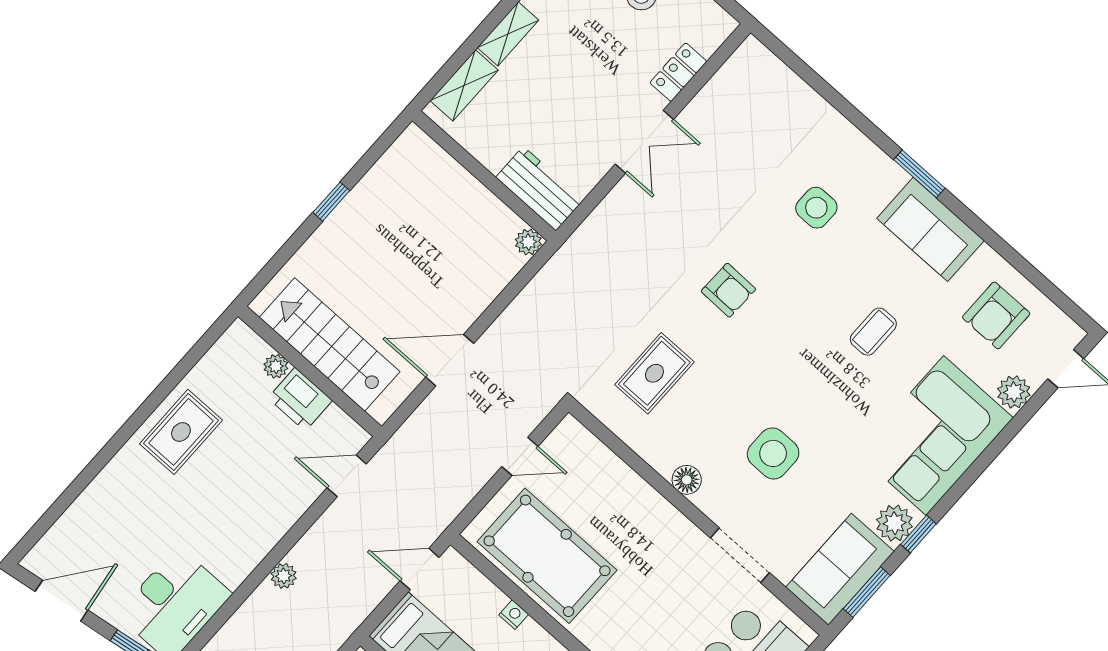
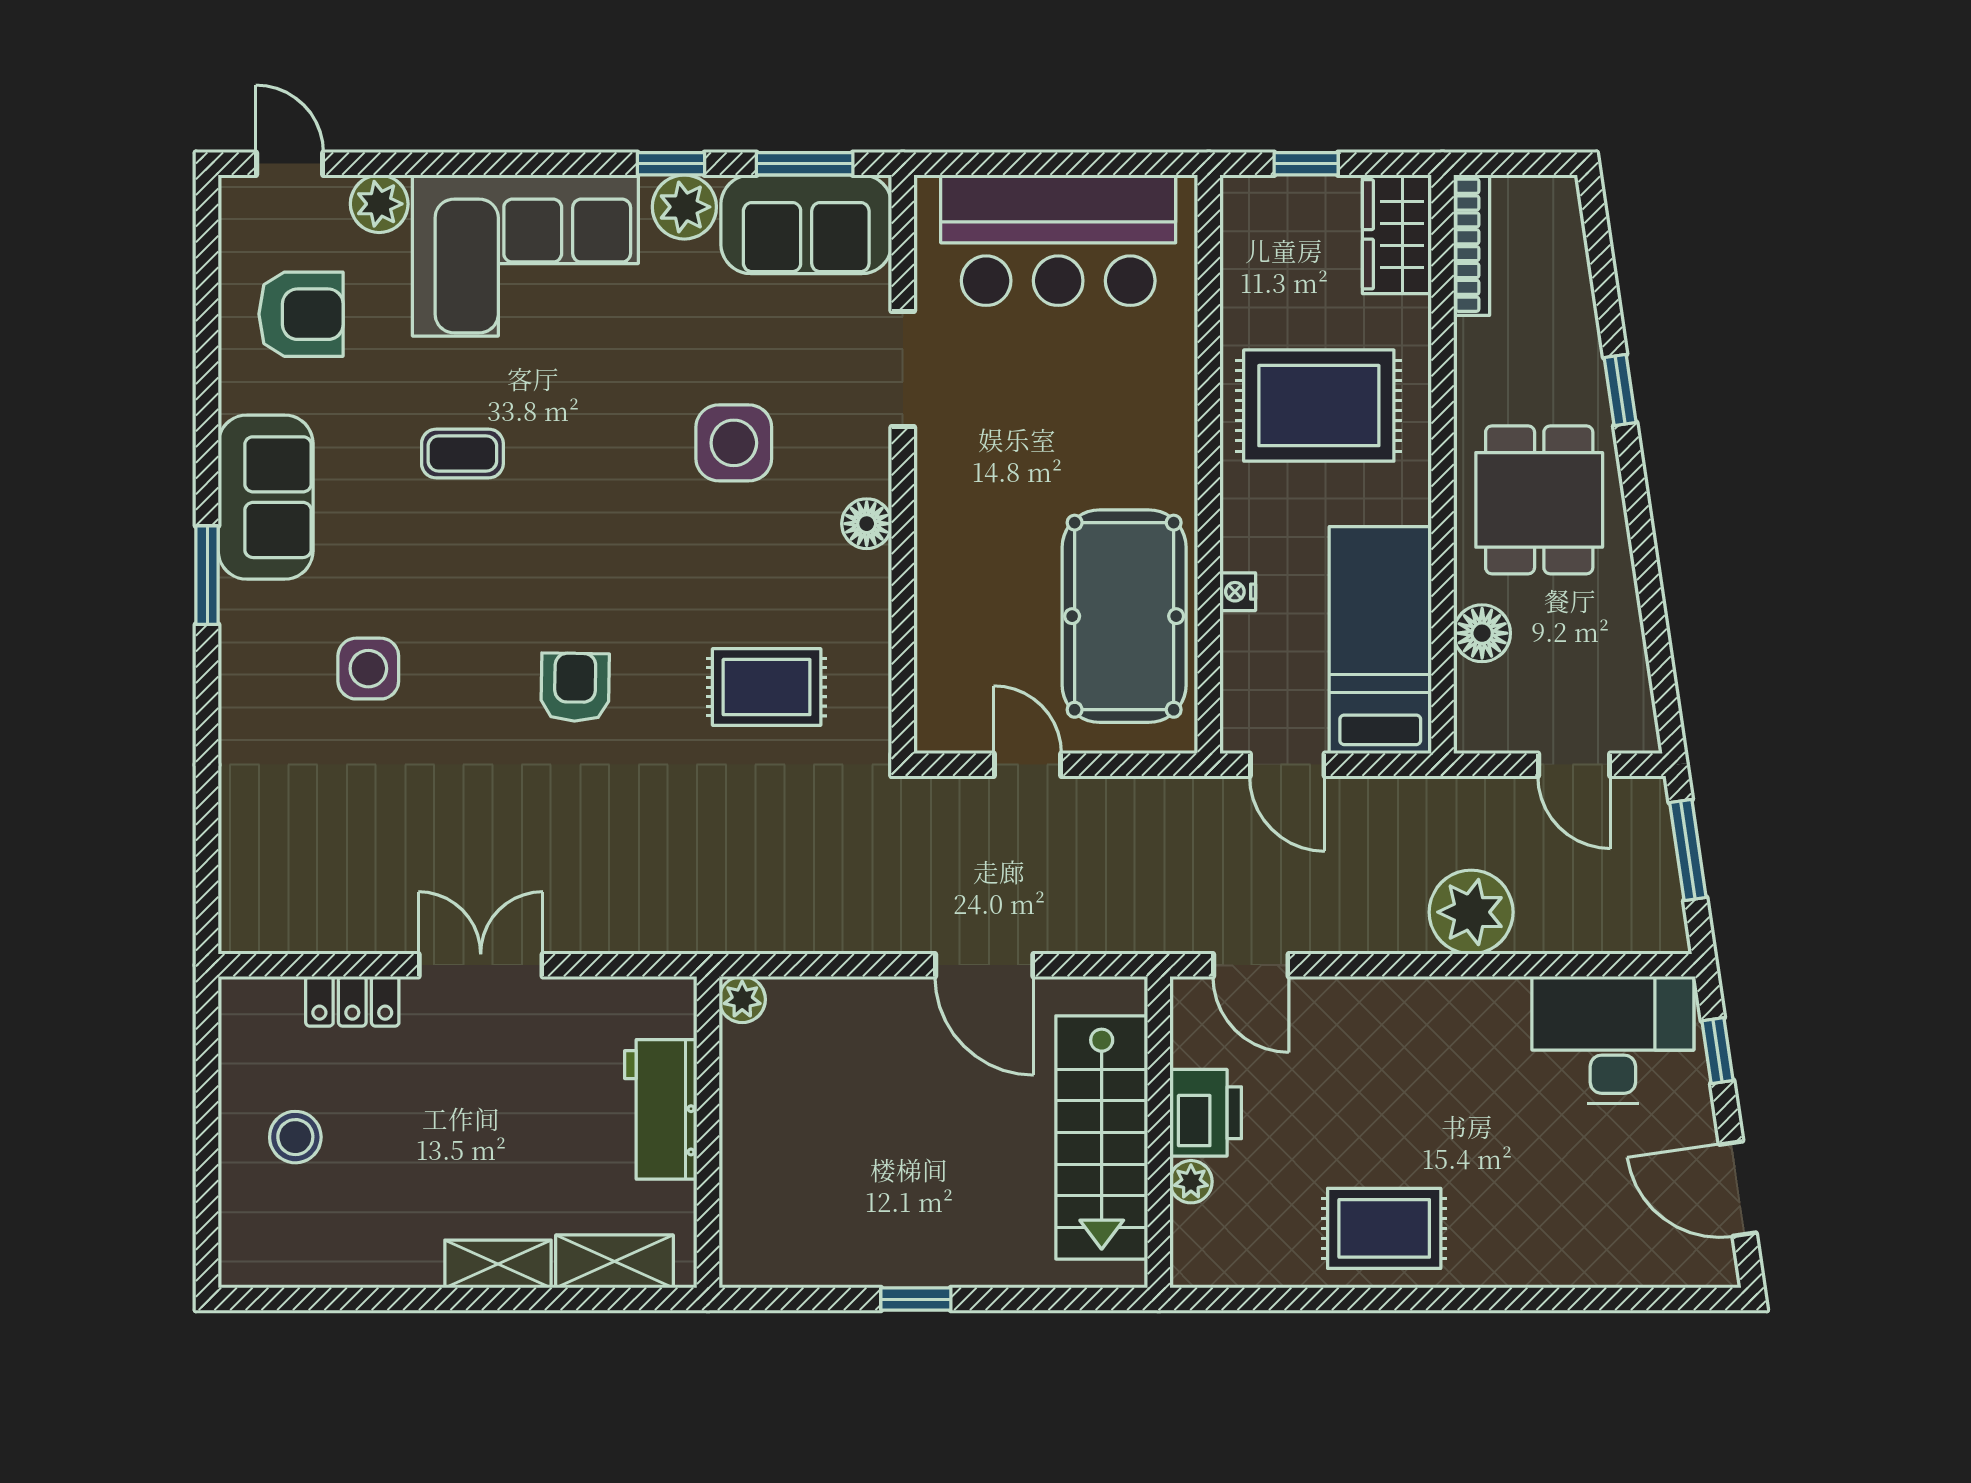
workbench: (540, 189) -> (661, 1109), moved
plant: (284, 576) -> (1471, 912), width x1.87, depth x1.87

